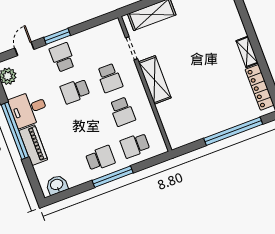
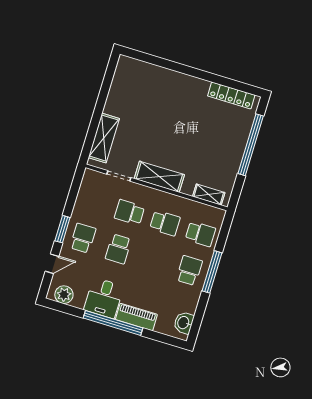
door: (24, 49) -> (52, 264), swing flipped
shelving: (247, 52) -> (209, 195), moved
school desk: (62, 57) -> (83, 238), turned 90
school desk: (110, 78) -> (129, 212), turned 180
school desk: (135, 145) -> (200, 234), turned -90

